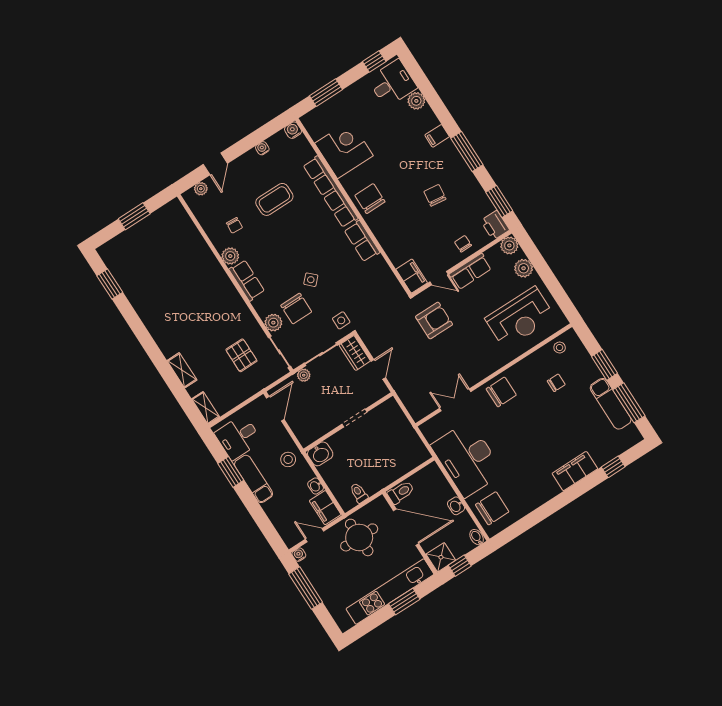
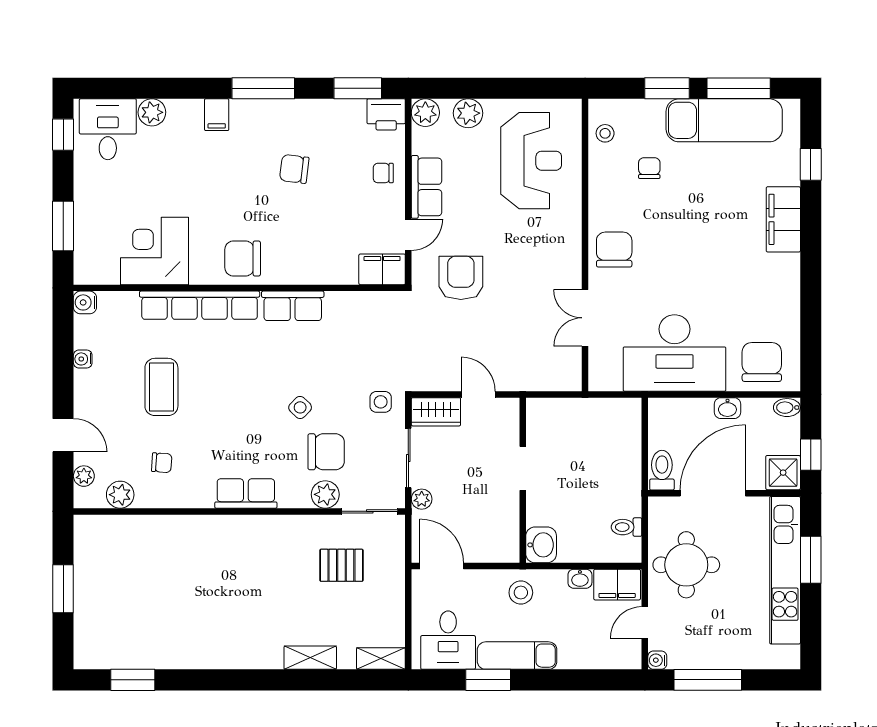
plant: (230, 256) -> (120, 495), moved
exam couch: (611, 404) -> (724, 120), width x1.36, depth x1.45

